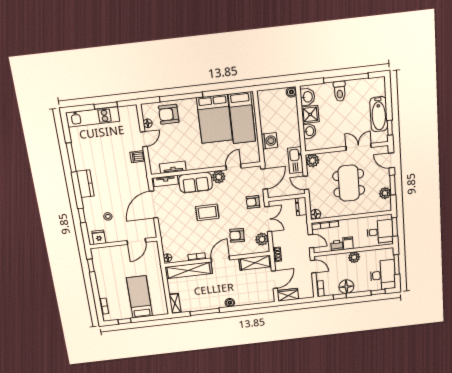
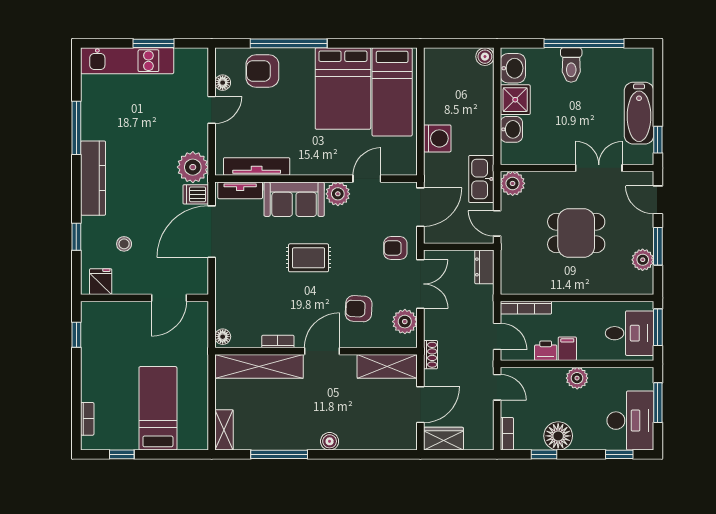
dishwasher: (138, 157) -> (196, 194), moved
tv unit: (173, 167) -> (257, 166), width x1.41
plant: (138, 172) -> (193, 167), added
dining table: (349, 183) -> (576, 233), width x0.73
kitchen counter: (85, 184) -> (93, 178), width x1.50
floor lamp: (315, 214) -> (510, 285), removed

